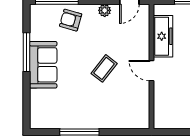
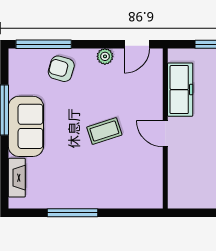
coffee table: (104, 68) -> (104, 131), turned 34
fireplace: (36, 105) -> (17, 178), added

